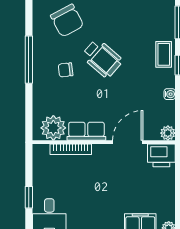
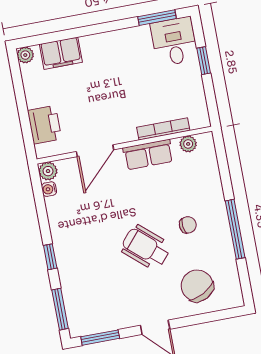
coffee table: (164, 54) -> (71, 266), removed
water cooler: (170, 94) -> (49, 189), moved
plant: (53, 128) -> (188, 144), width x0.53, depth x0.53
printer: (161, 155) -> (44, 125), moved, turned 90

